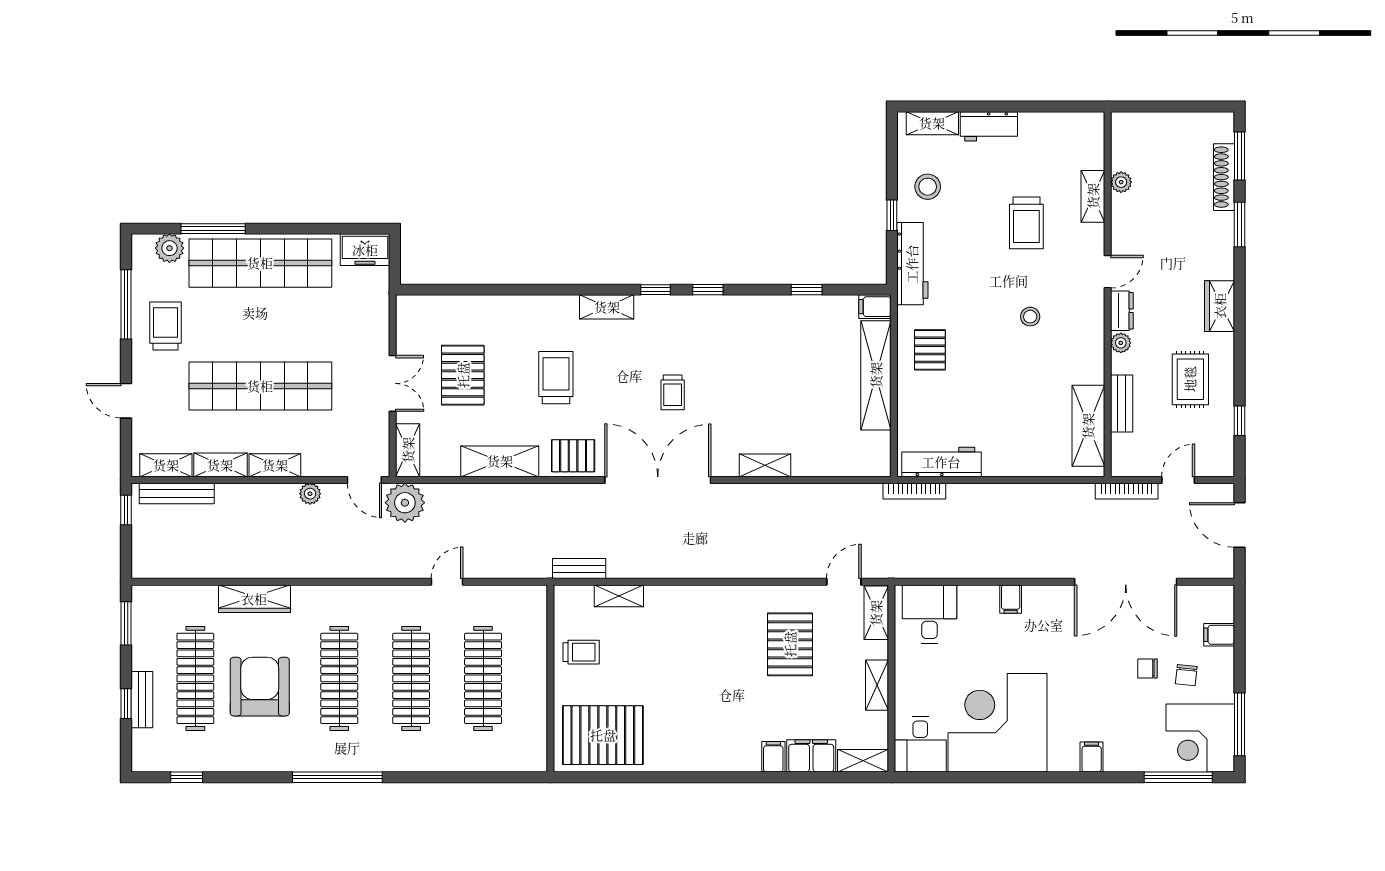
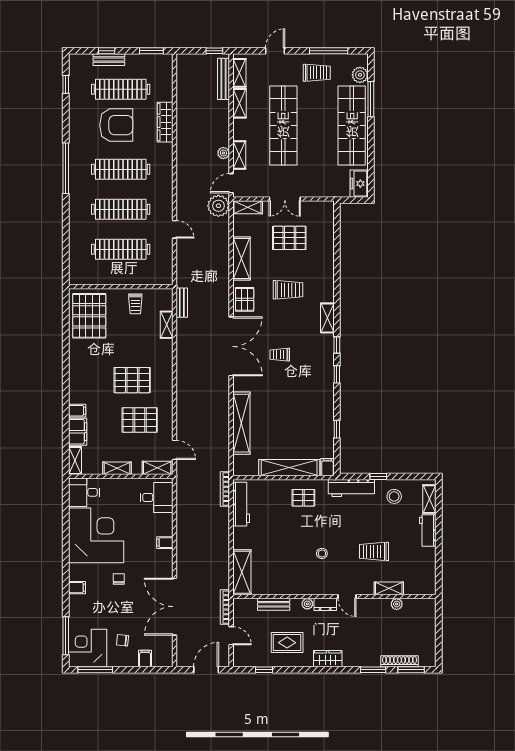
shelving: (1088, 426) -> (242, 572), moved, turned 90
shelving: (275, 465) -> (239, 155), moved
shelving: (765, 465) -> (241, 423), width x2.20, depth x1.33
pallet: (719, 658) -> (132, 380), added
chair: (1148, 668) -> (119, 579), moved

